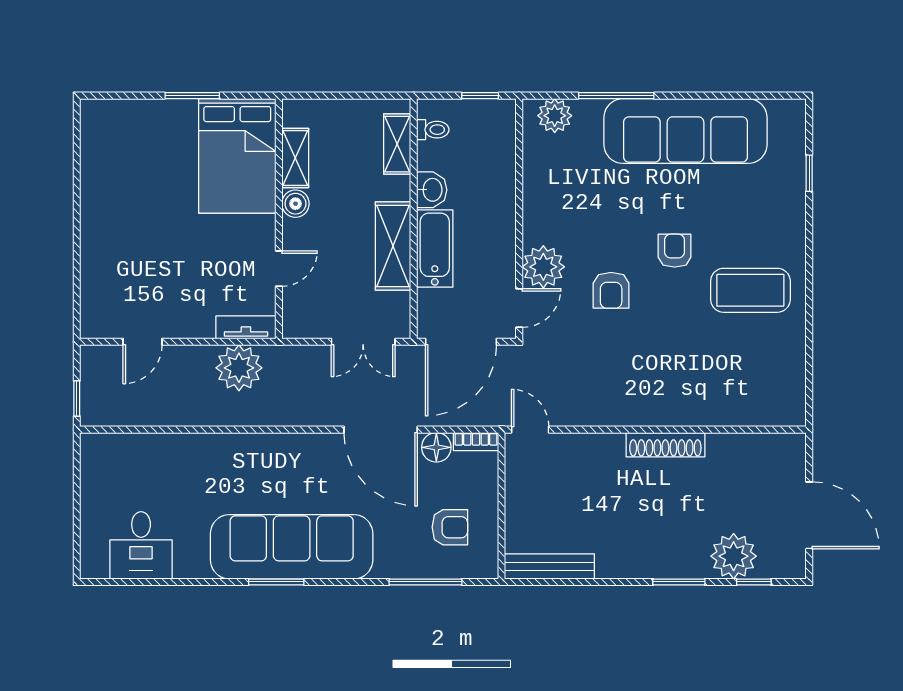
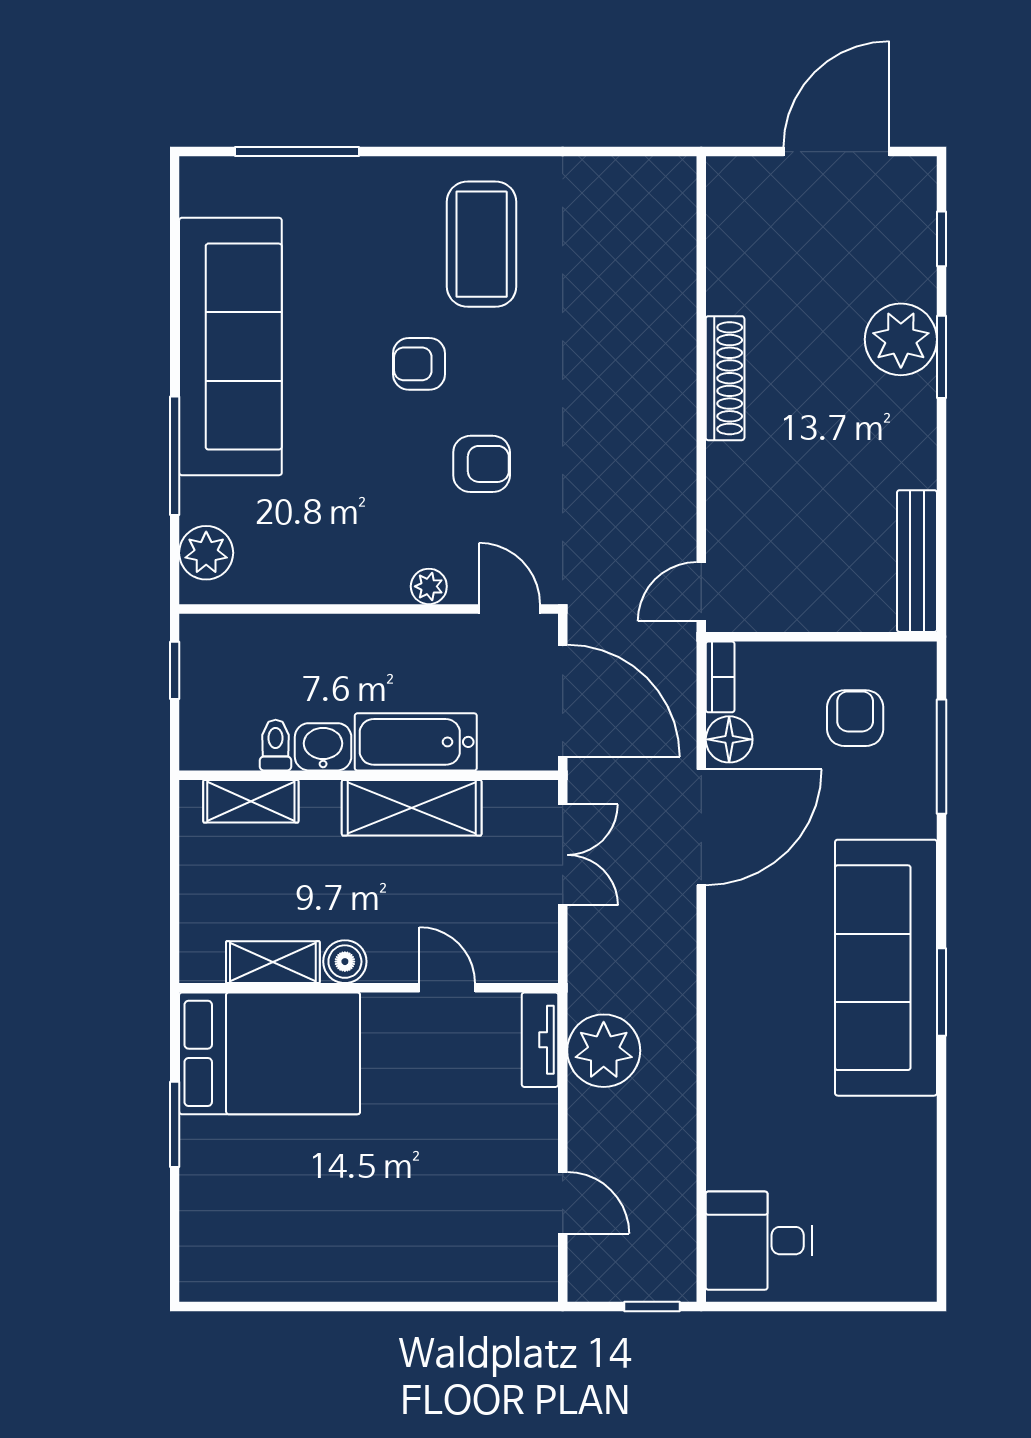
toilet: (433, 130) -> (276, 745), moved
window: (809, 173) -> (297, 152), width x2.17
plant: (543, 267) -> (429, 586), width x0.53, depth x0.53
desk: (141, 545) -> (759, 1241), moved, turned 180
plant: (734, 556) -> (901, 339), moved

